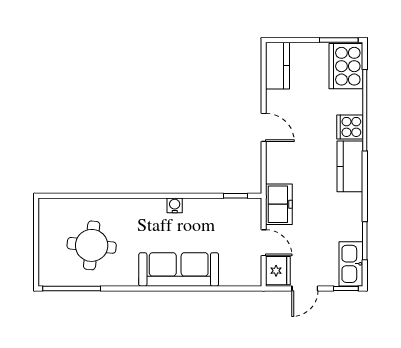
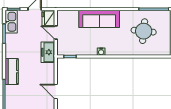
cooker: (350, 127) -> (12, 92), removed

